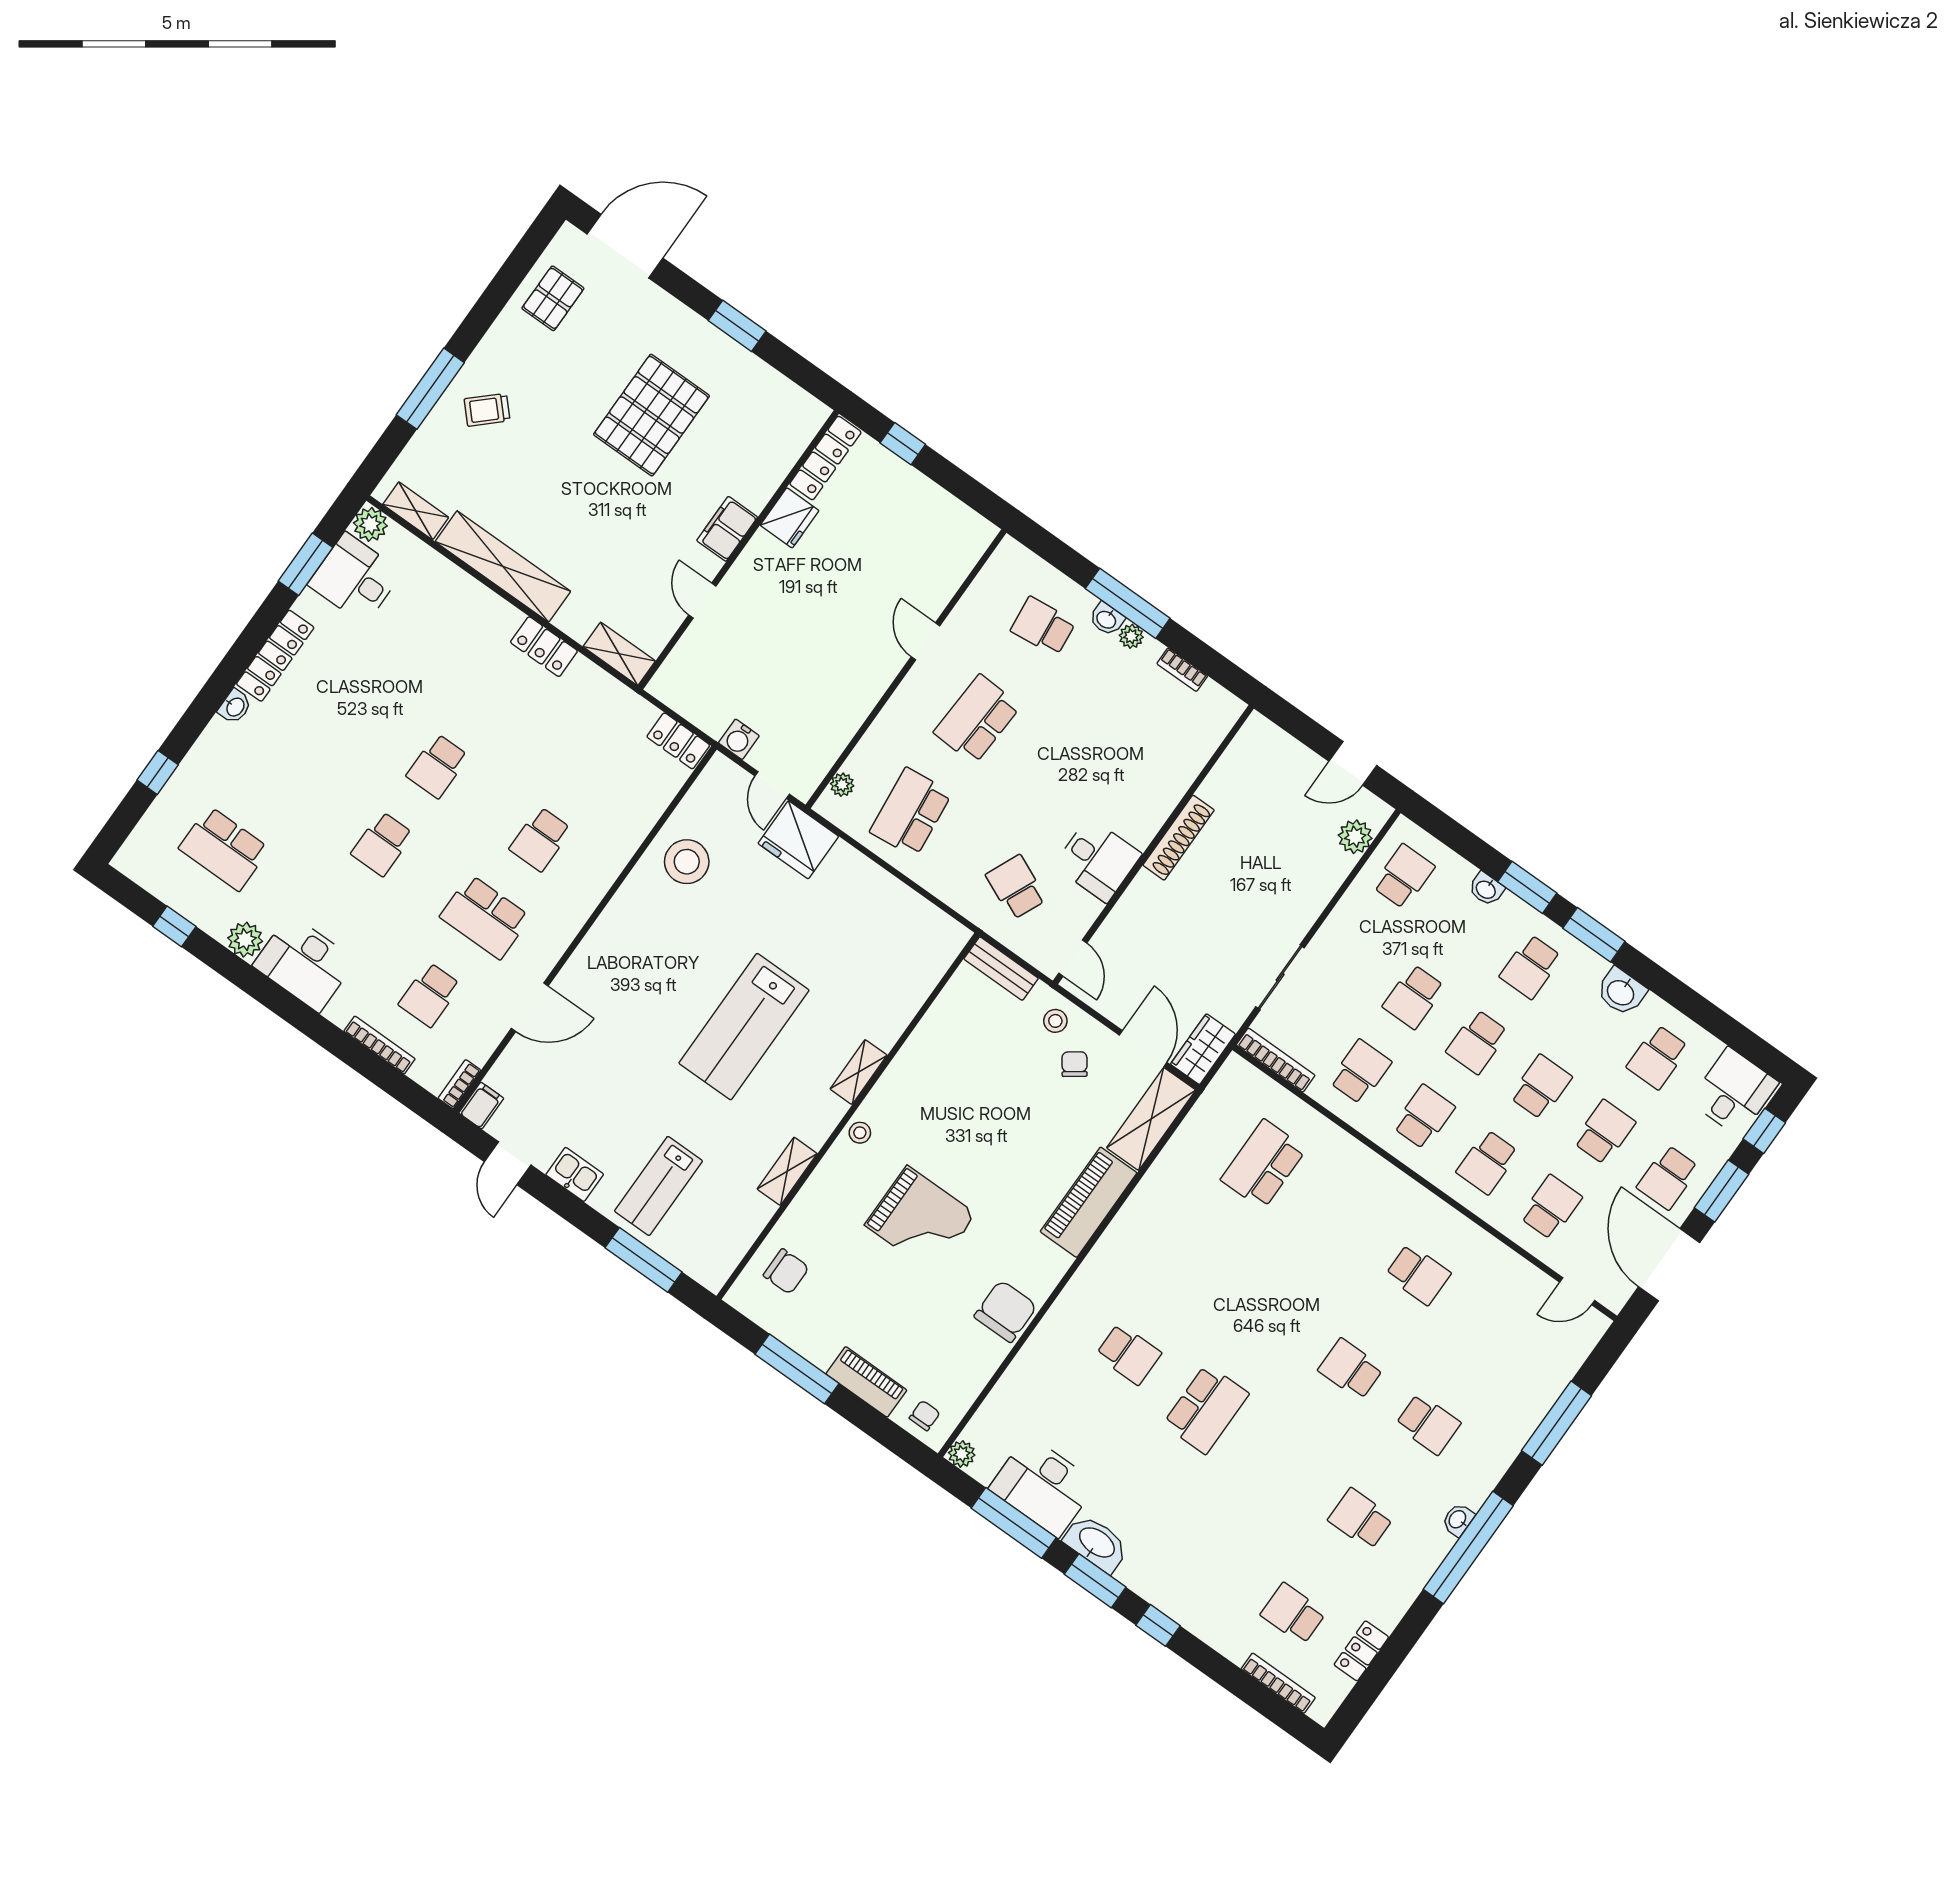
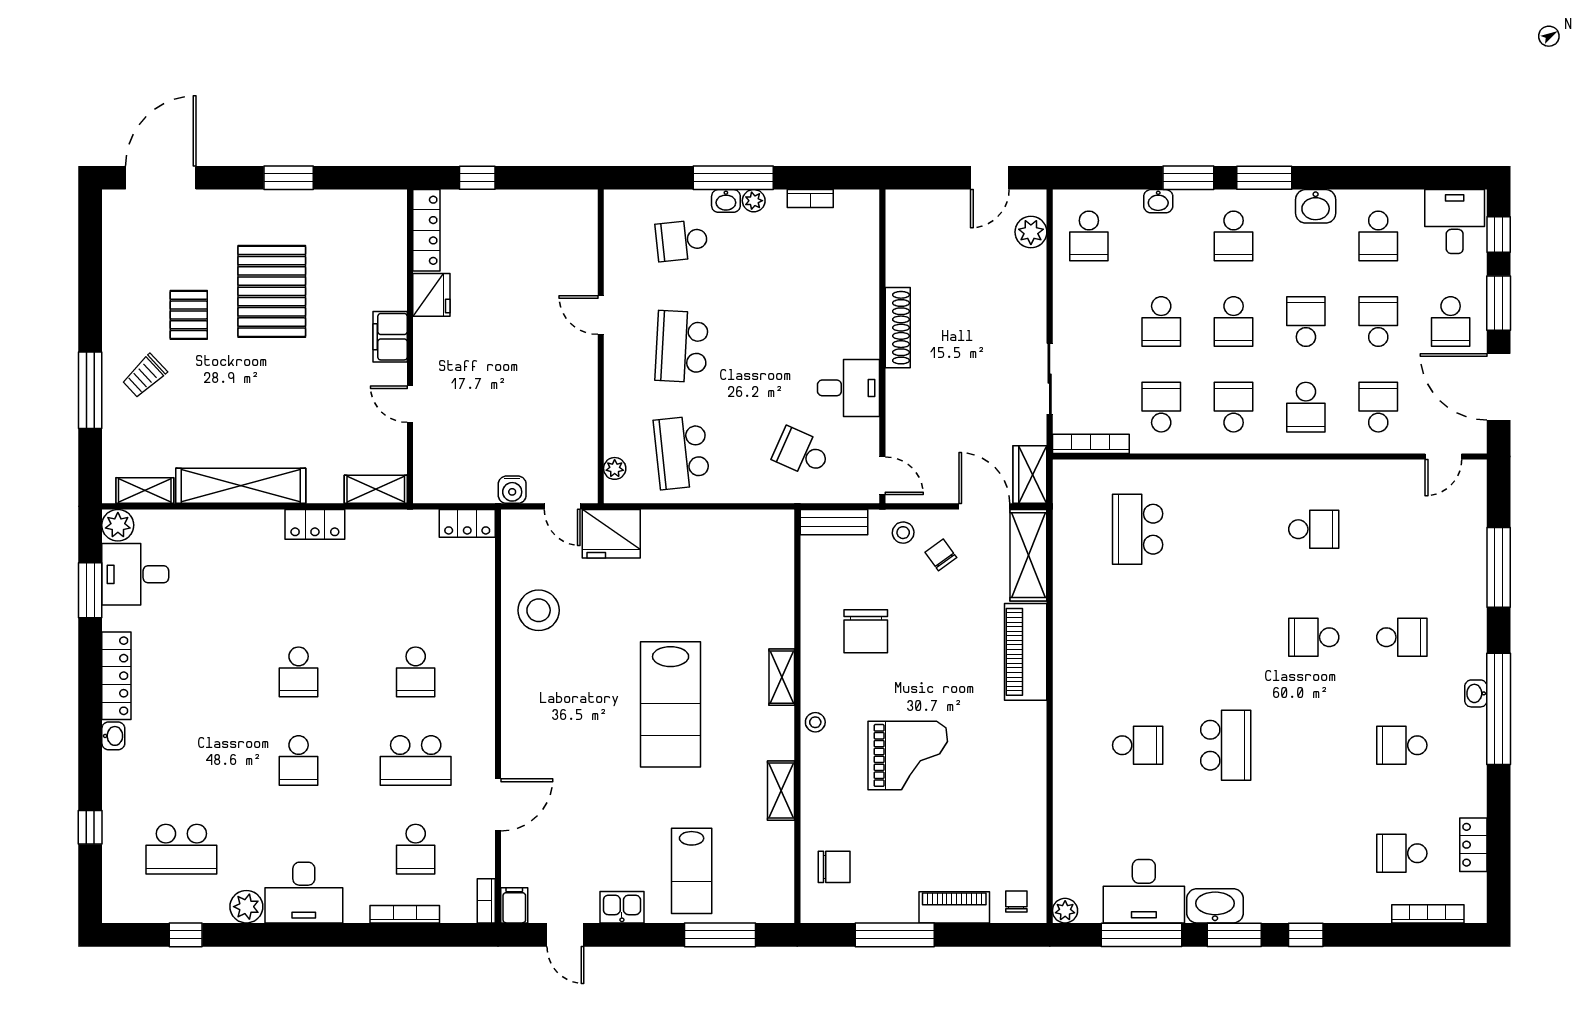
pallet: (553, 298) -> (189, 315), moved
school desk: (1404, 876) -> (1089, 236), turned 180
chair: (1006, 1311) -> (866, 631), moved, turned 180

